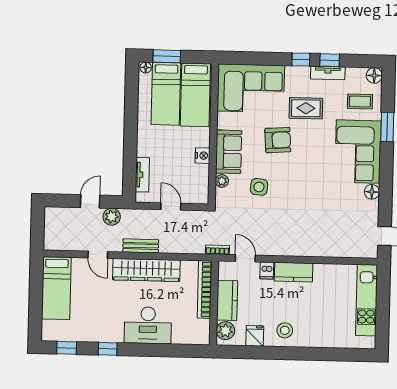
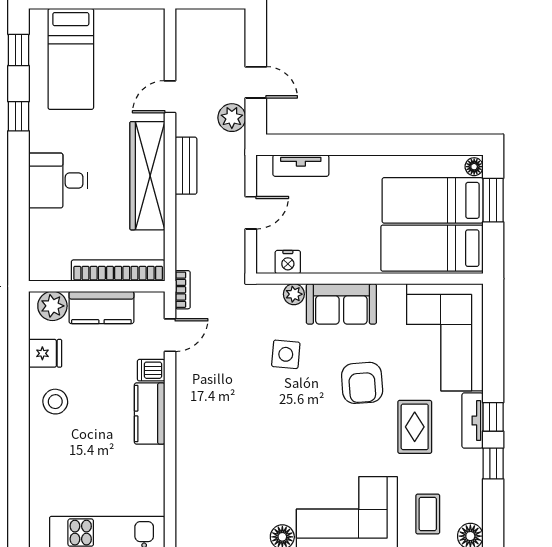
tv unit: (328, 73) -> (473, 421), moved
nightstand: (203, 156) -> (288, 262), moved
bed: (56, 288) -> (71, 59), moved, turned -90
desk: (148, 325) -> (58, 180), width x0.73

